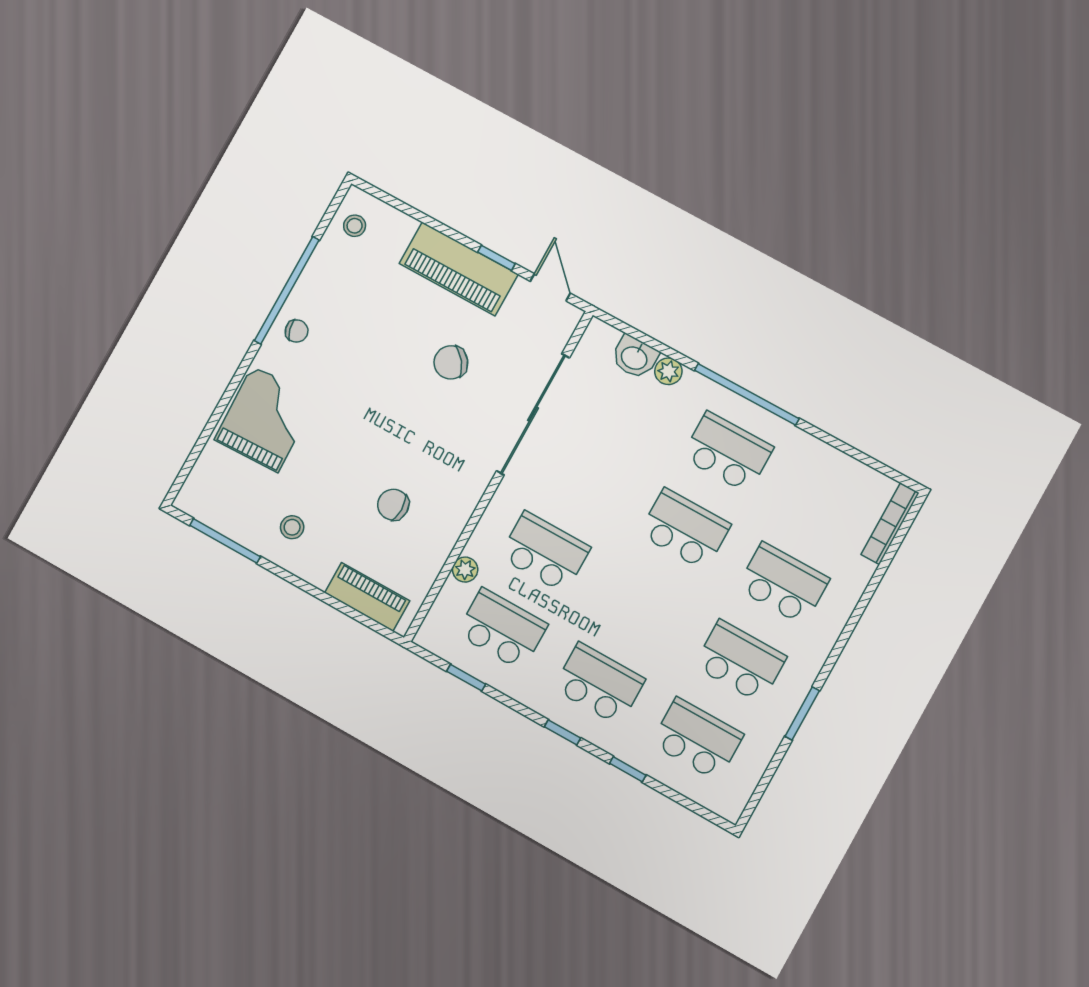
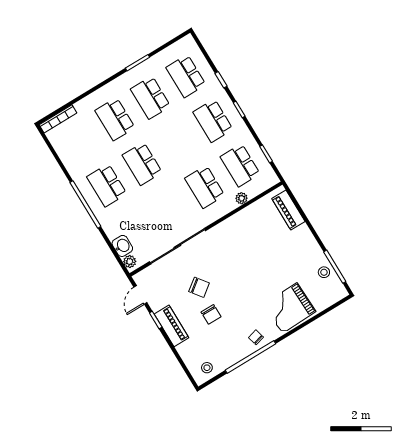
piano: (459, 269) -> (171, 326), width x0.73, depth x0.75
plant: (668, 371) -> (130, 262), moved
chair: (393, 505) -> (211, 314), moved
stool: (292, 527) -> (324, 272), moved

